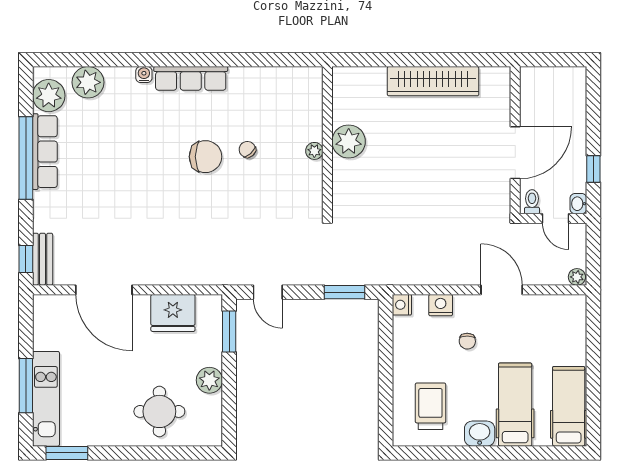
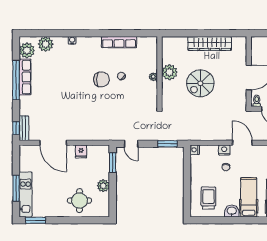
row of seats: (191, 78) -> (119, 42), moved
spiral stairs: (413, 165) -> (200, 83), added
nightstand: (441, 305) -> (224, 150), moved
fridge: (173, 313) -> (81, 151), width x0.53, depth x0.75

